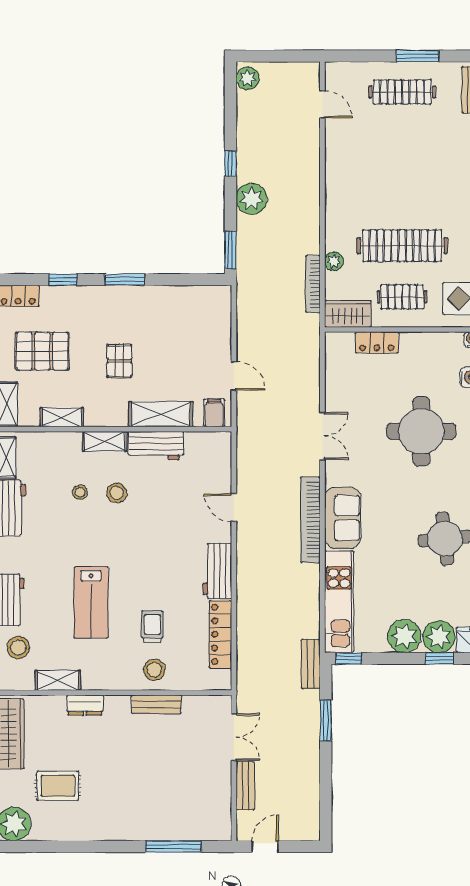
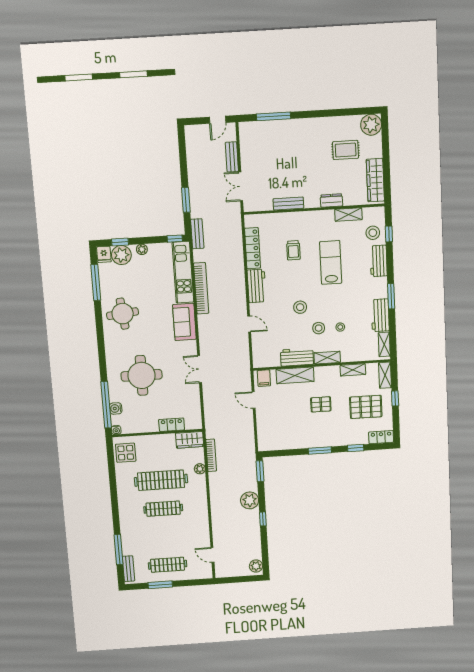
clothes rail: (402, 297) -> (163, 509), moved, width x1.36
pallet: (119, 361) -> (321, 404), turned 90
bookcase: (310, 520) -> (201, 288), moved
plant: (404, 636) -> (142, 249), width x0.53, depth x0.53
stool: (154, 670) -> (300, 307), moved

